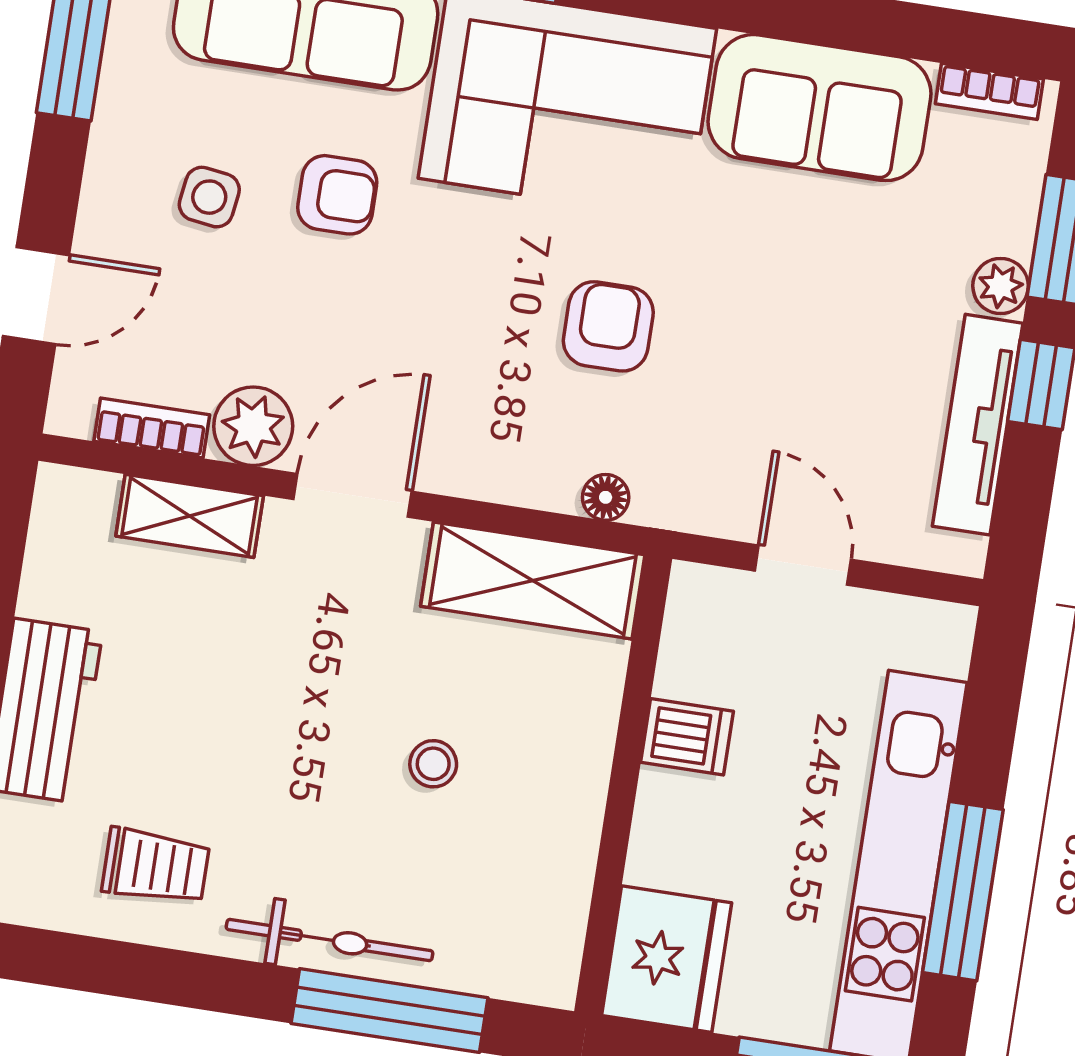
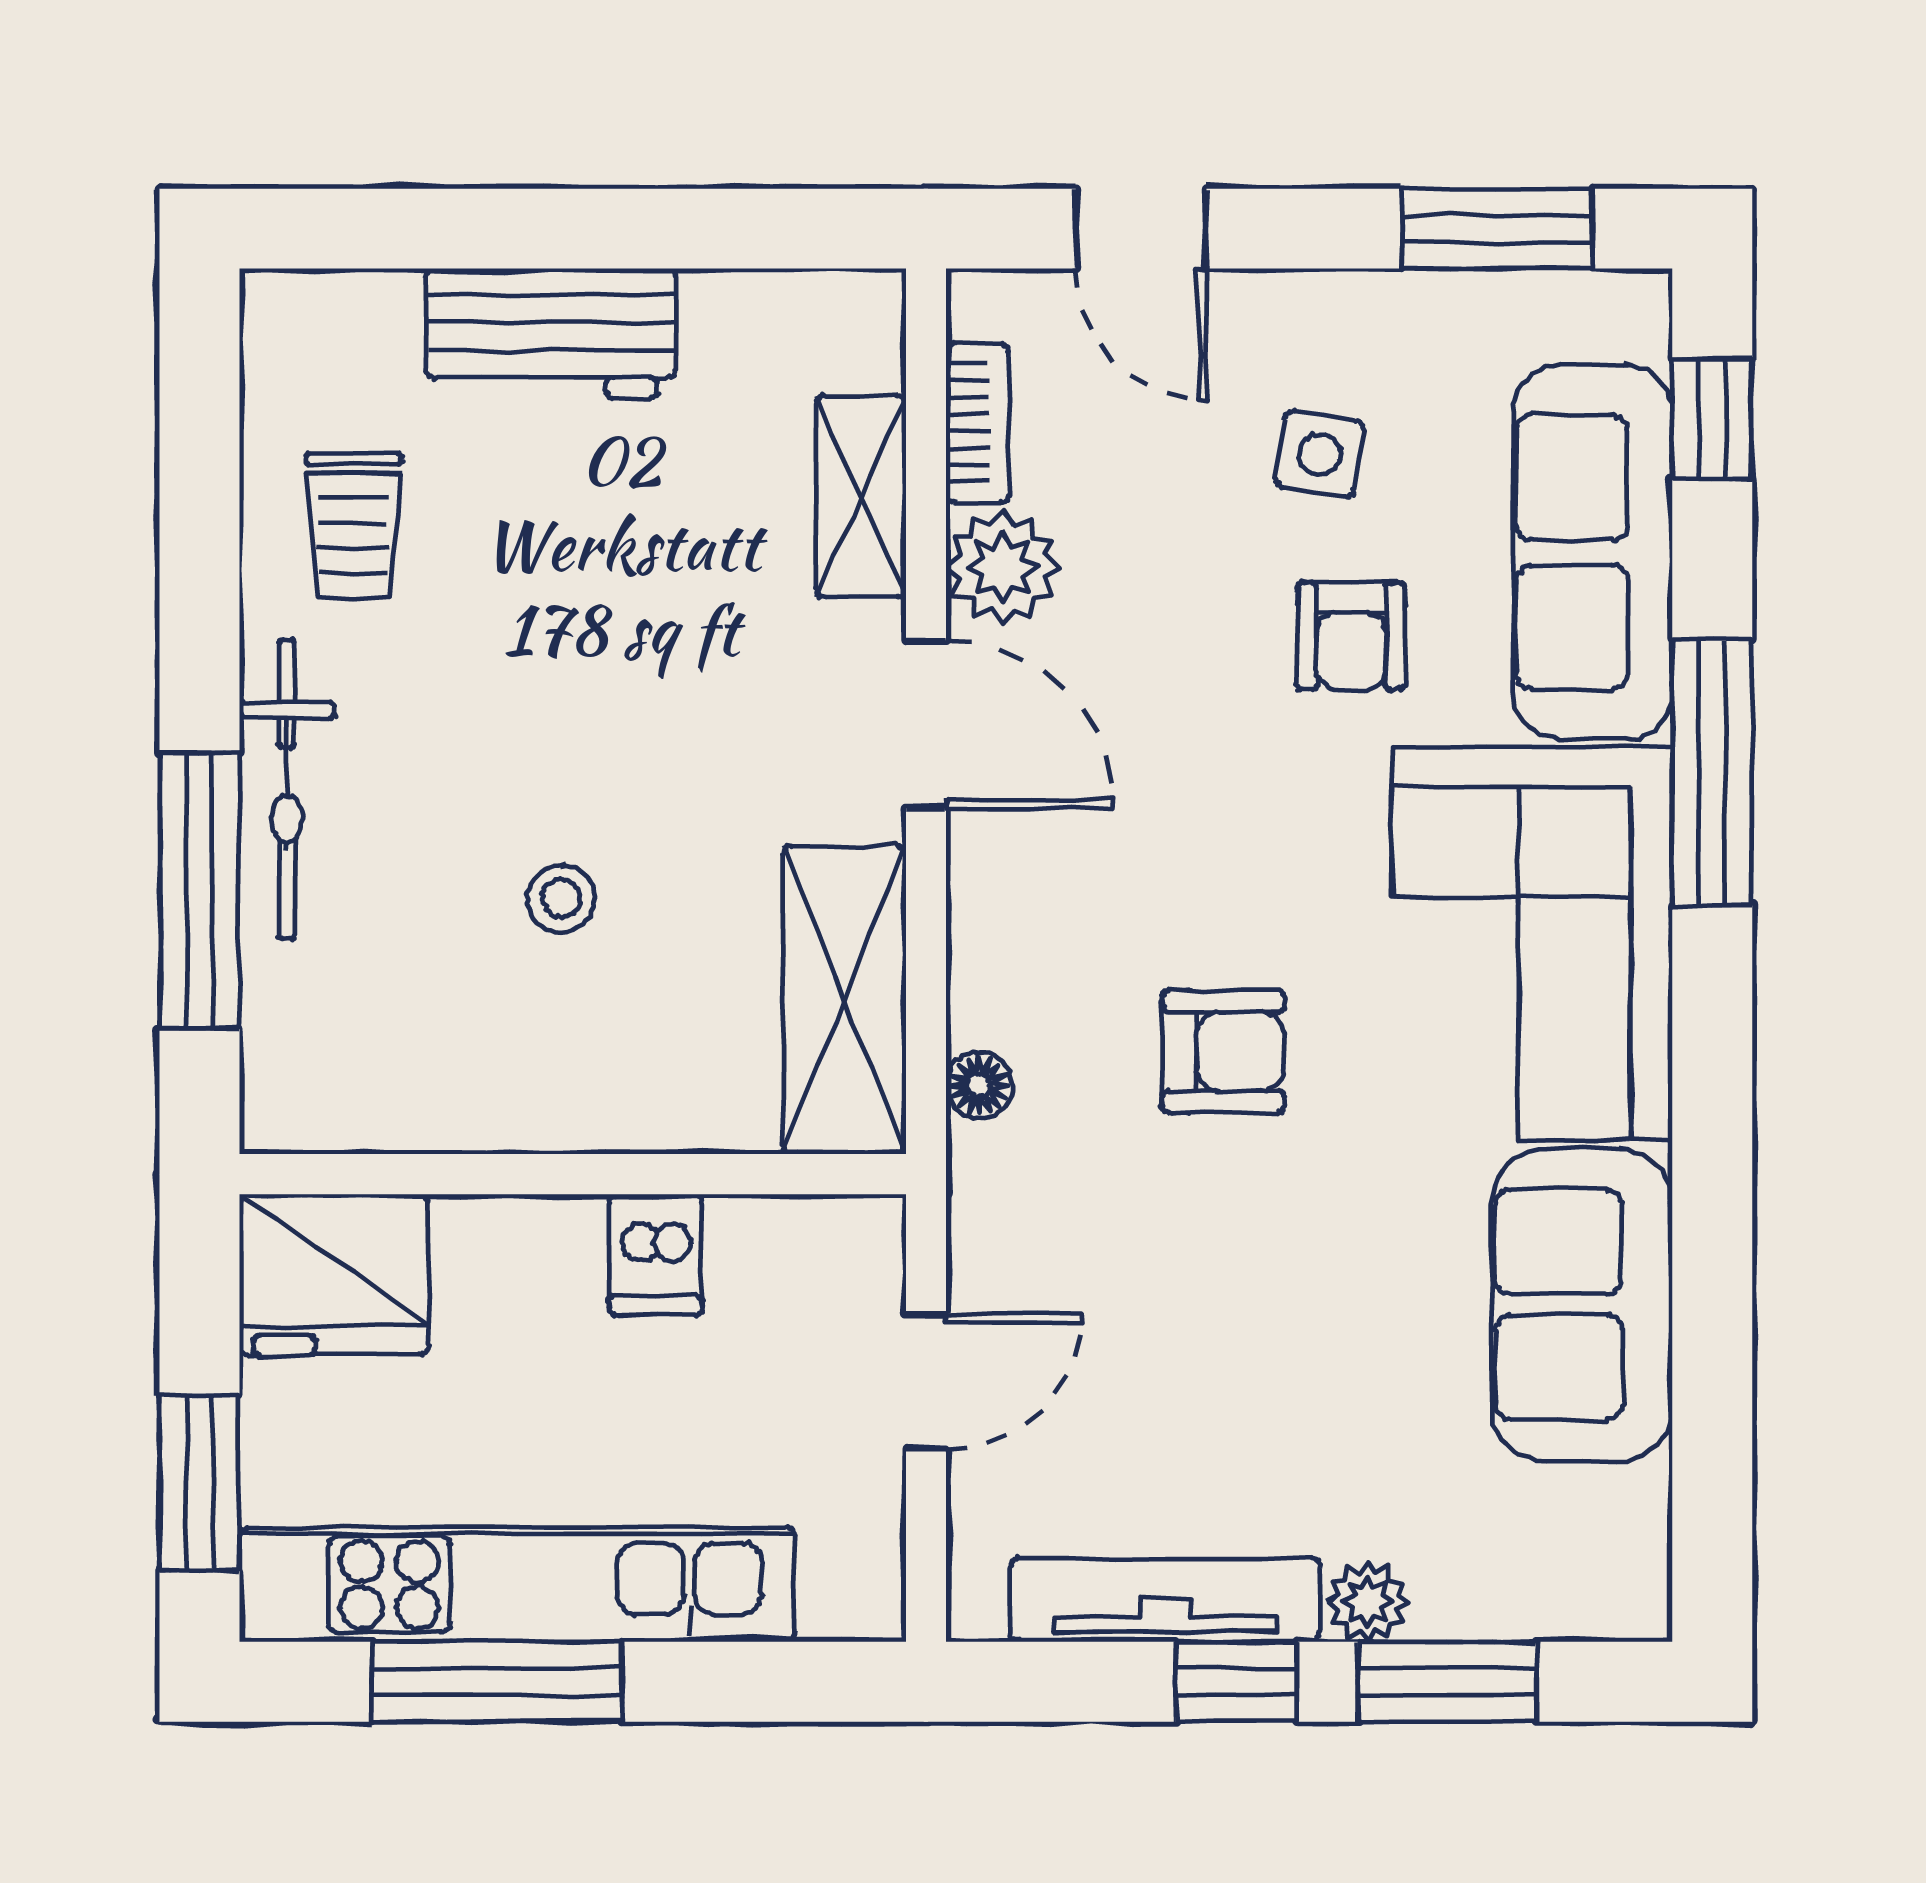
bookcase: (989, 91) -> (1643, 1543), removed

